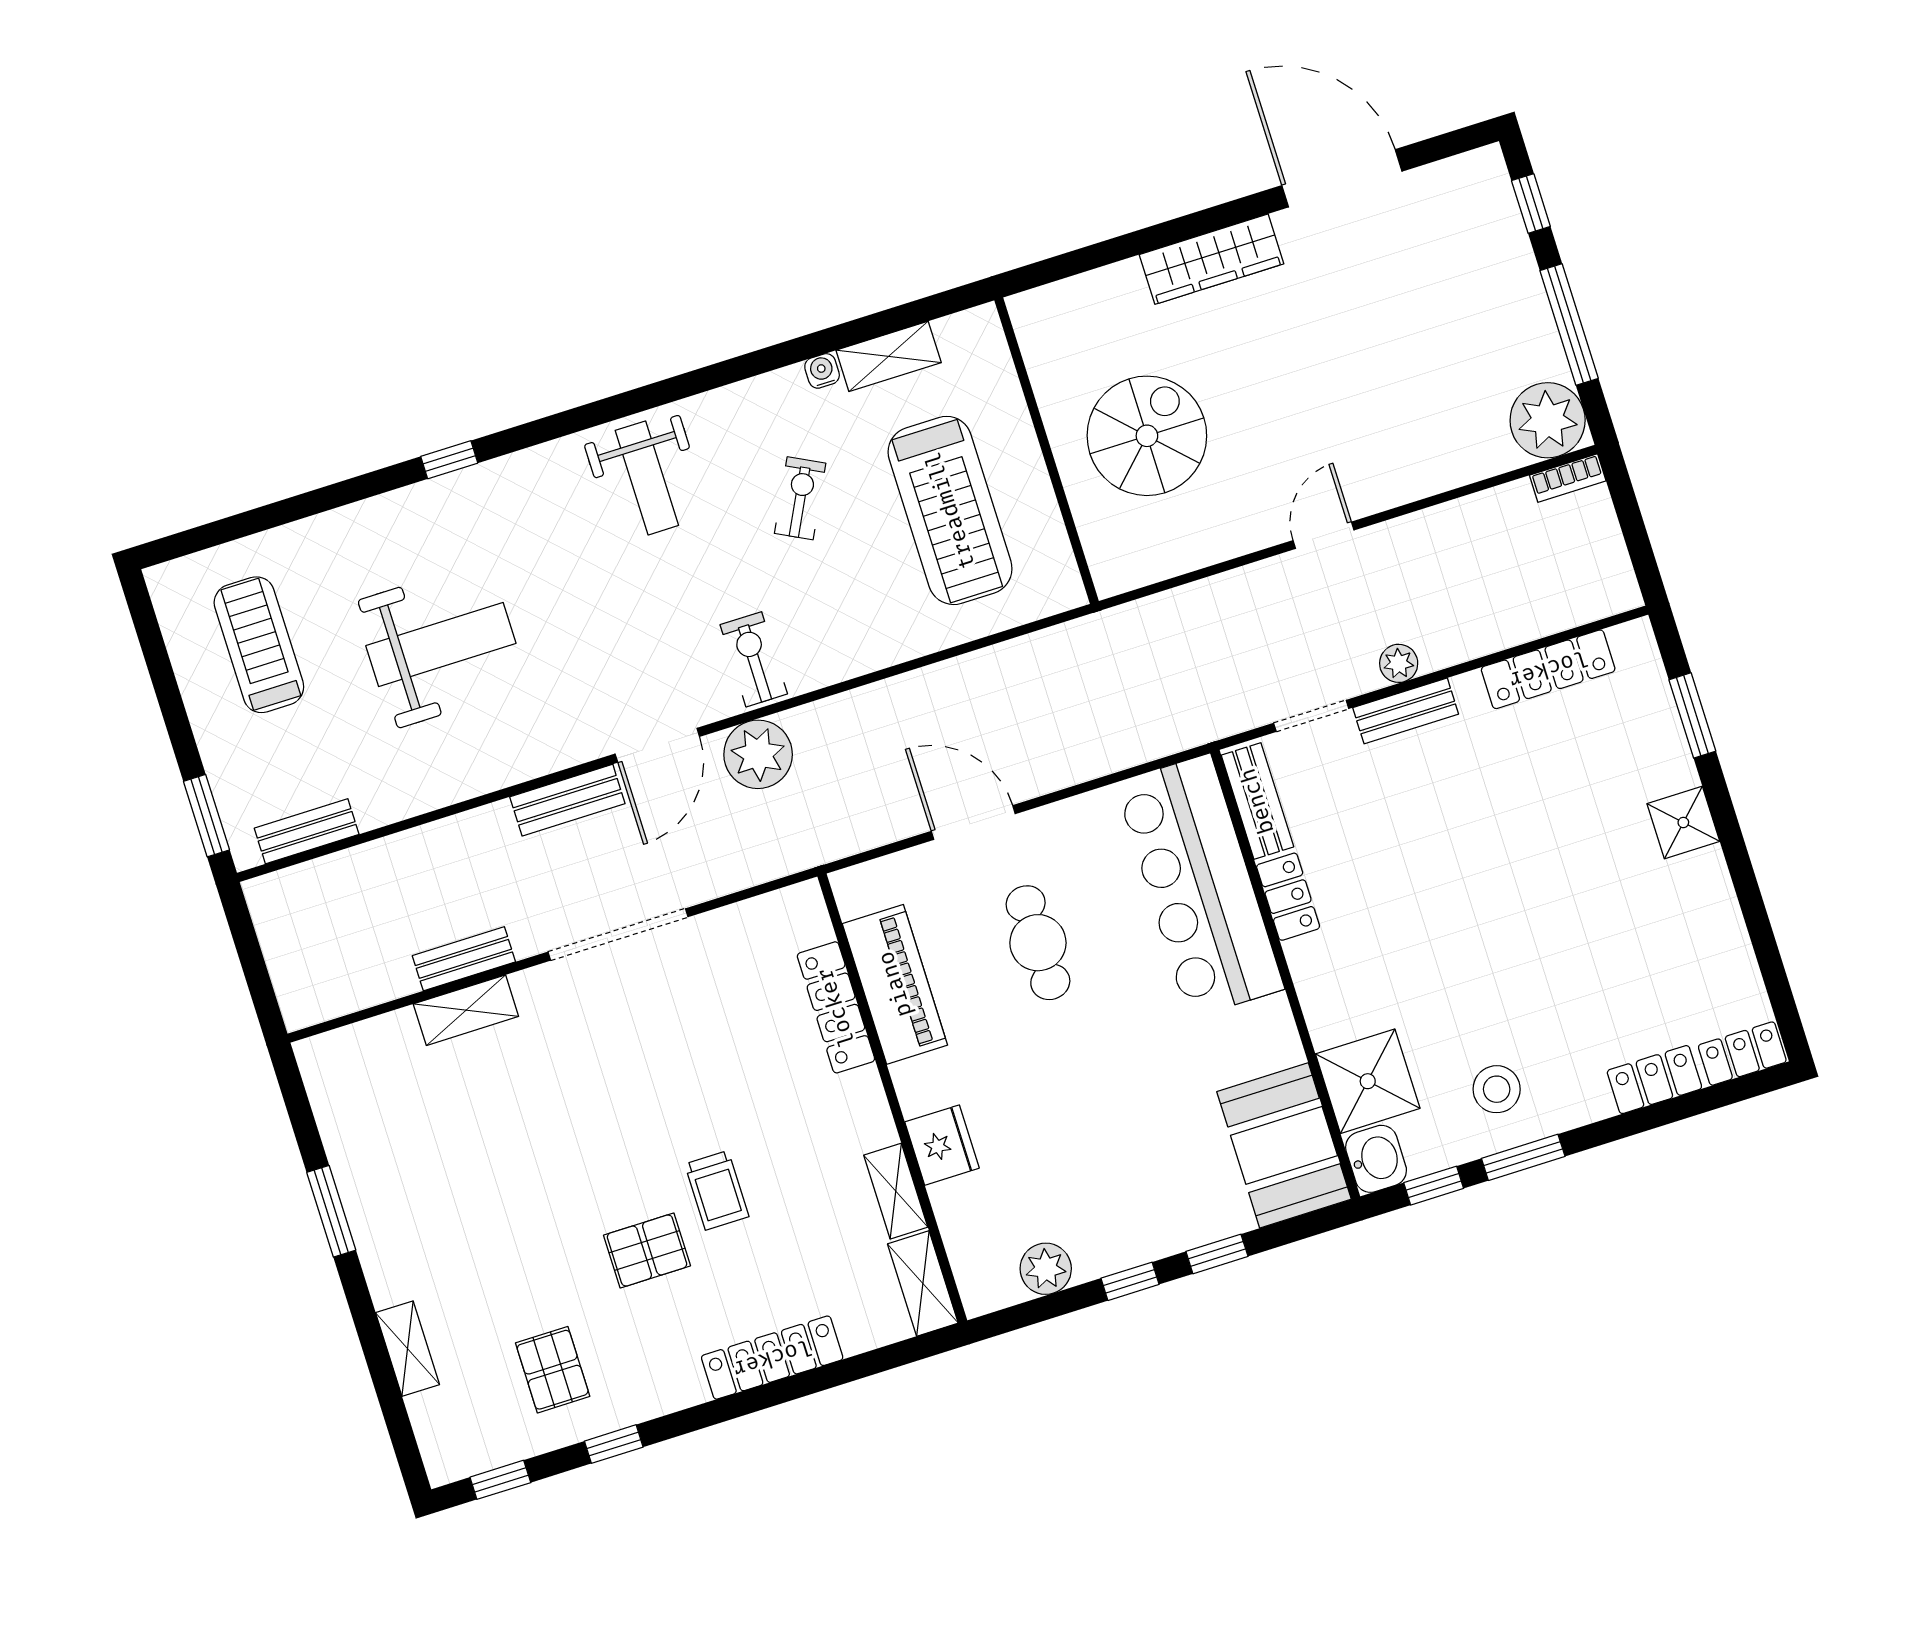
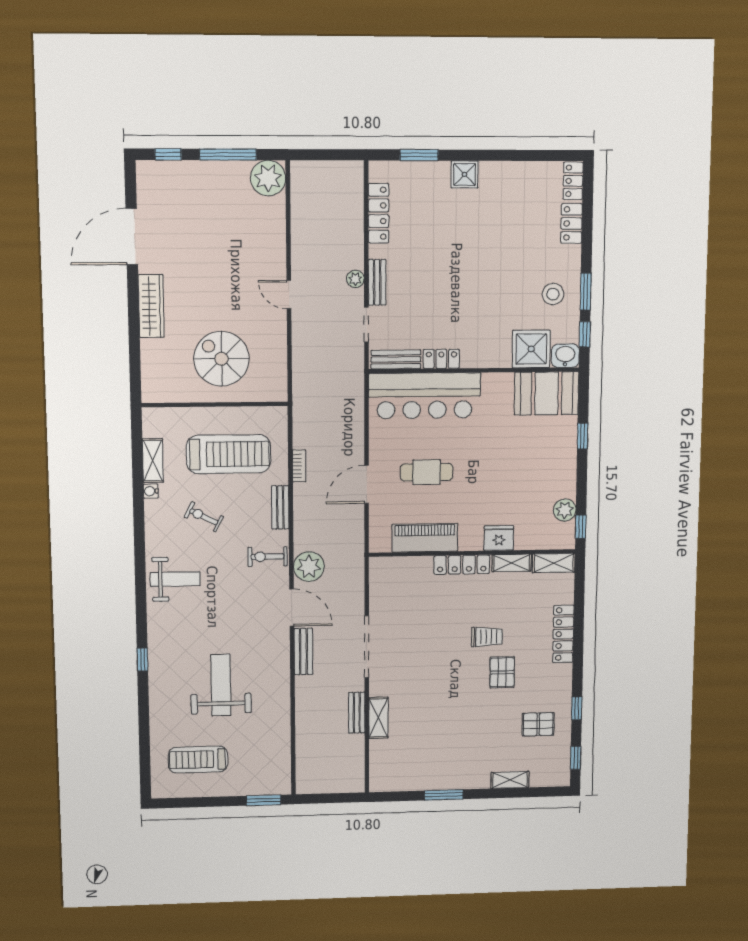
bookcase: (1568, 478) -> (299, 466), moved
bench: (307, 831) -> (280, 507), moved
locker: (836, 1007) -> (462, 565), moved
window: (1130, 1281) -> (581, 527), moved

